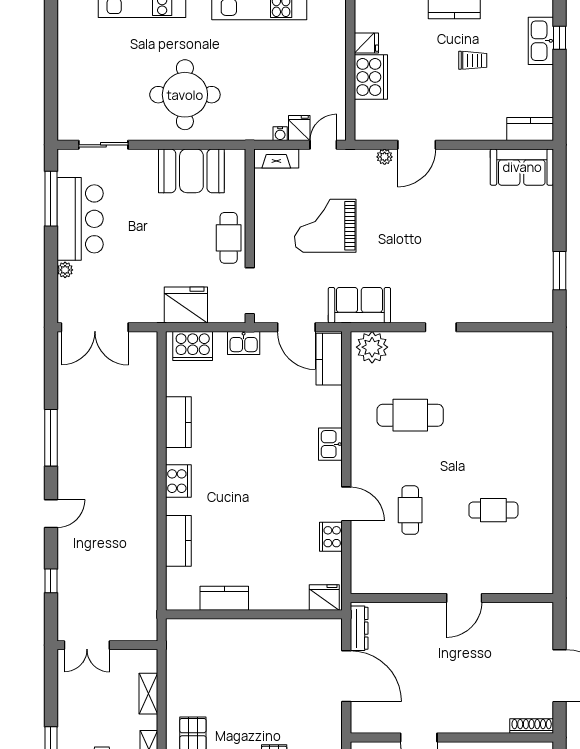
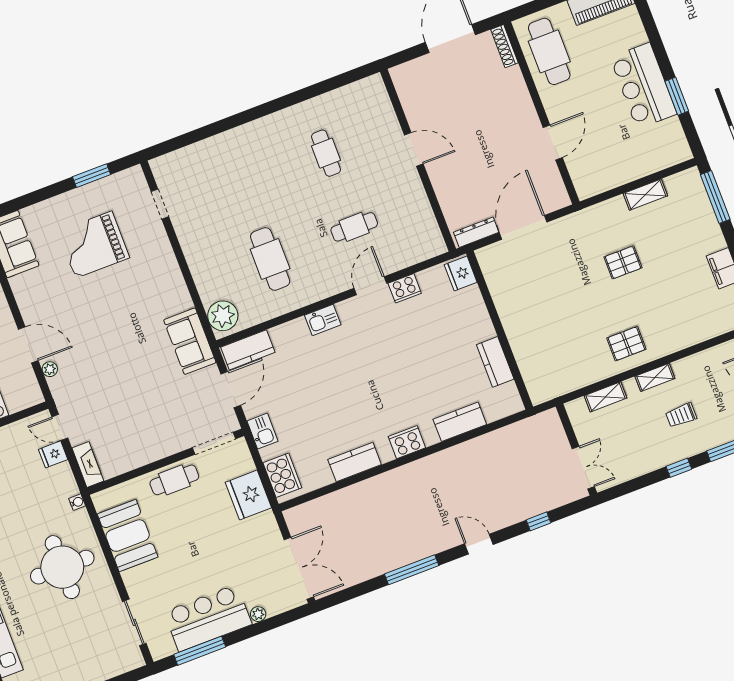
water cooler: (280, 134) -> (77, 502), moved
grand piano: (325, 226) -> (94, 245), moved, turned 90
doorway: (441, 327) -> (160, 204), moved

